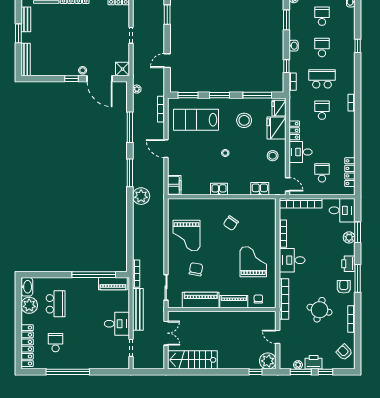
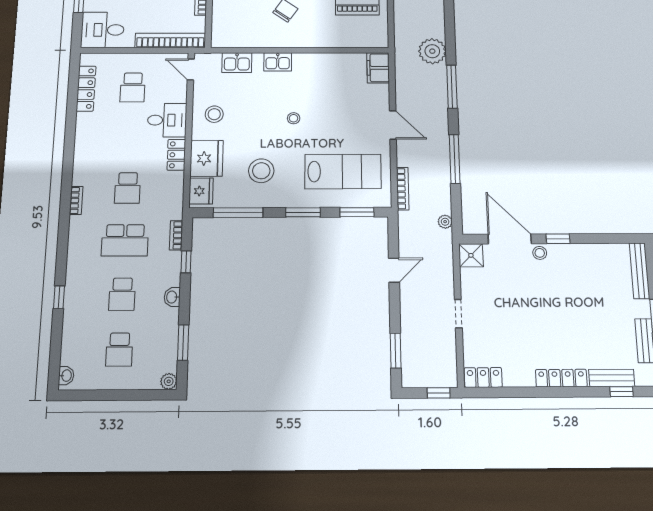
kitchen sink: (219, 189) -> (278, 62), moved

